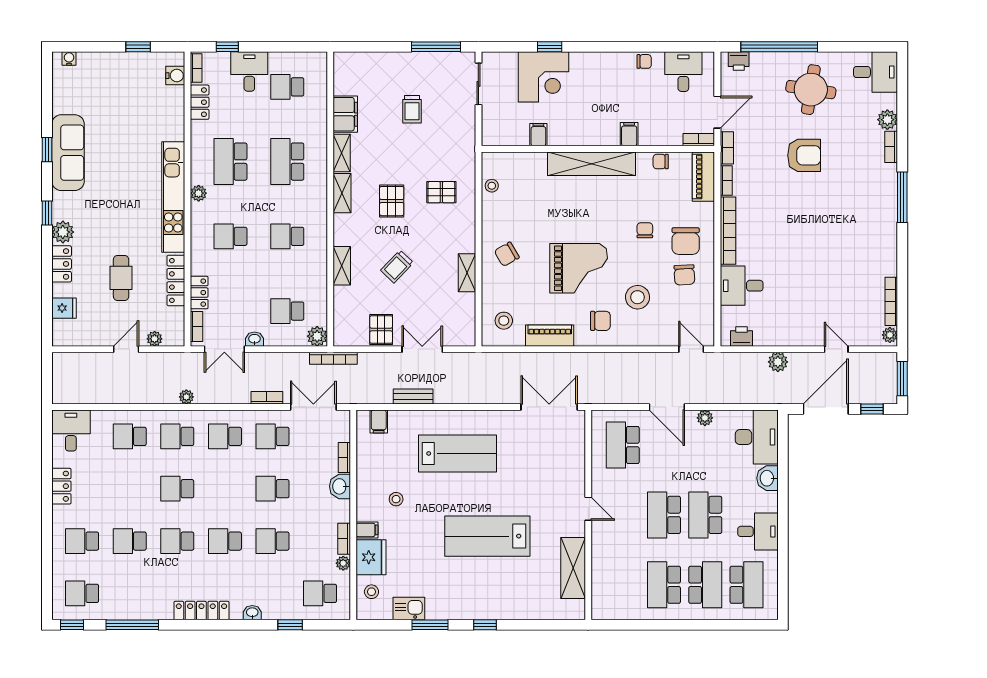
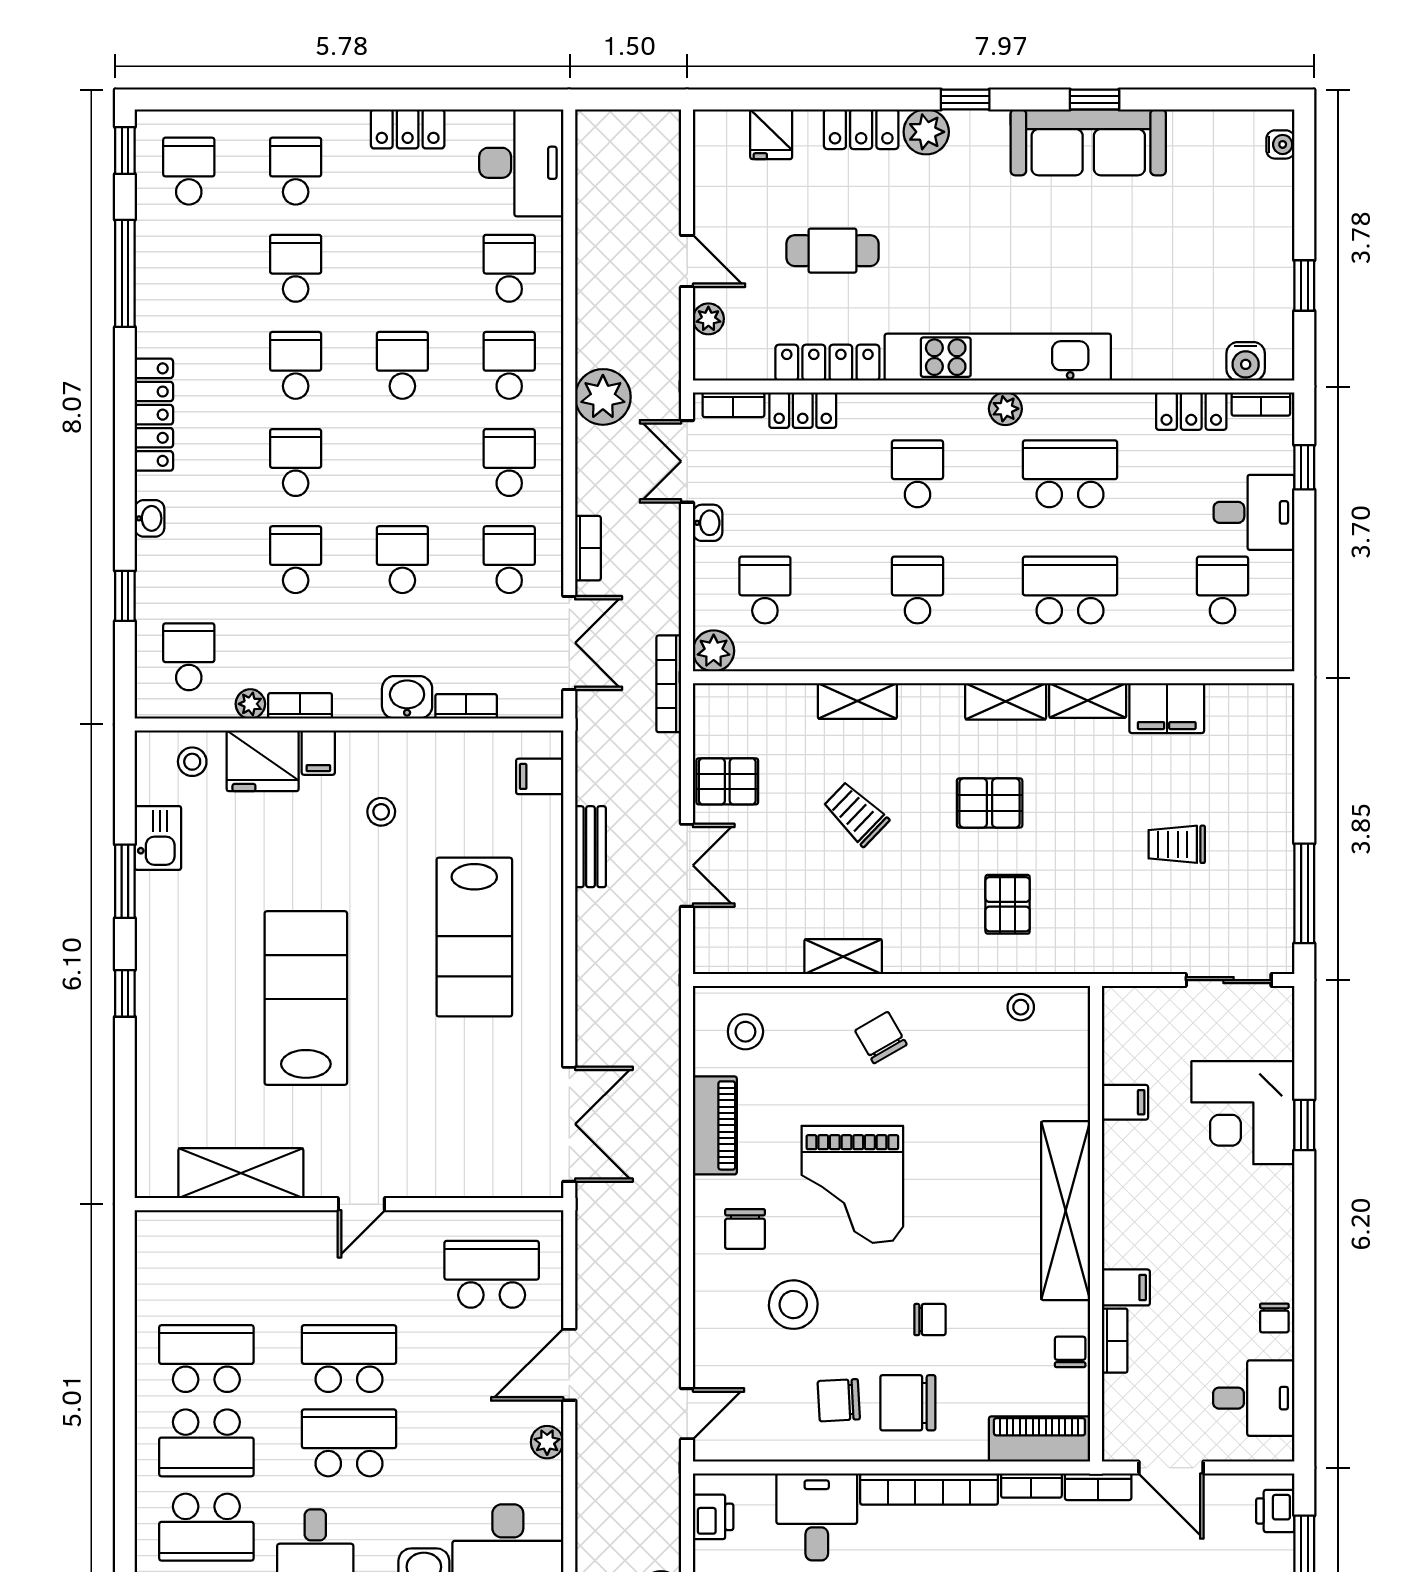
bookcase: (699, 140) -> (1115, 1341), moved
plant: (186, 397) -> (603, 397), width x1.88, depth x1.88
desk: (71, 431) -> (521, 163), width x1.37

